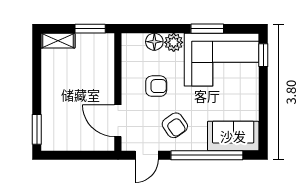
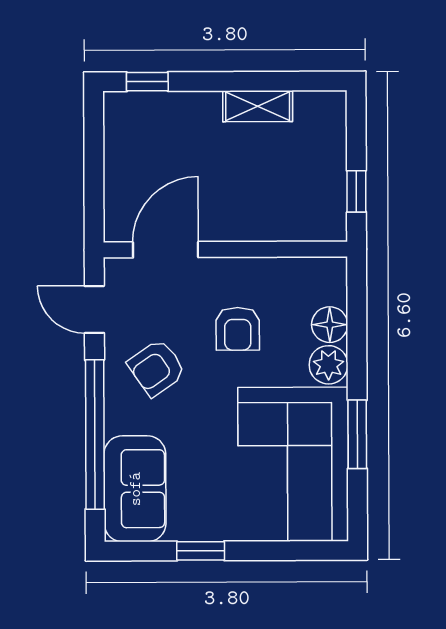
window: (90, 29) -> (356, 191), width x0.67
shelving: (58, 41) -> (258, 106), moved, turned 90
window: (263, 55) -> (201, 551), moved
window: (37, 129) -> (147, 82), width x0.67

